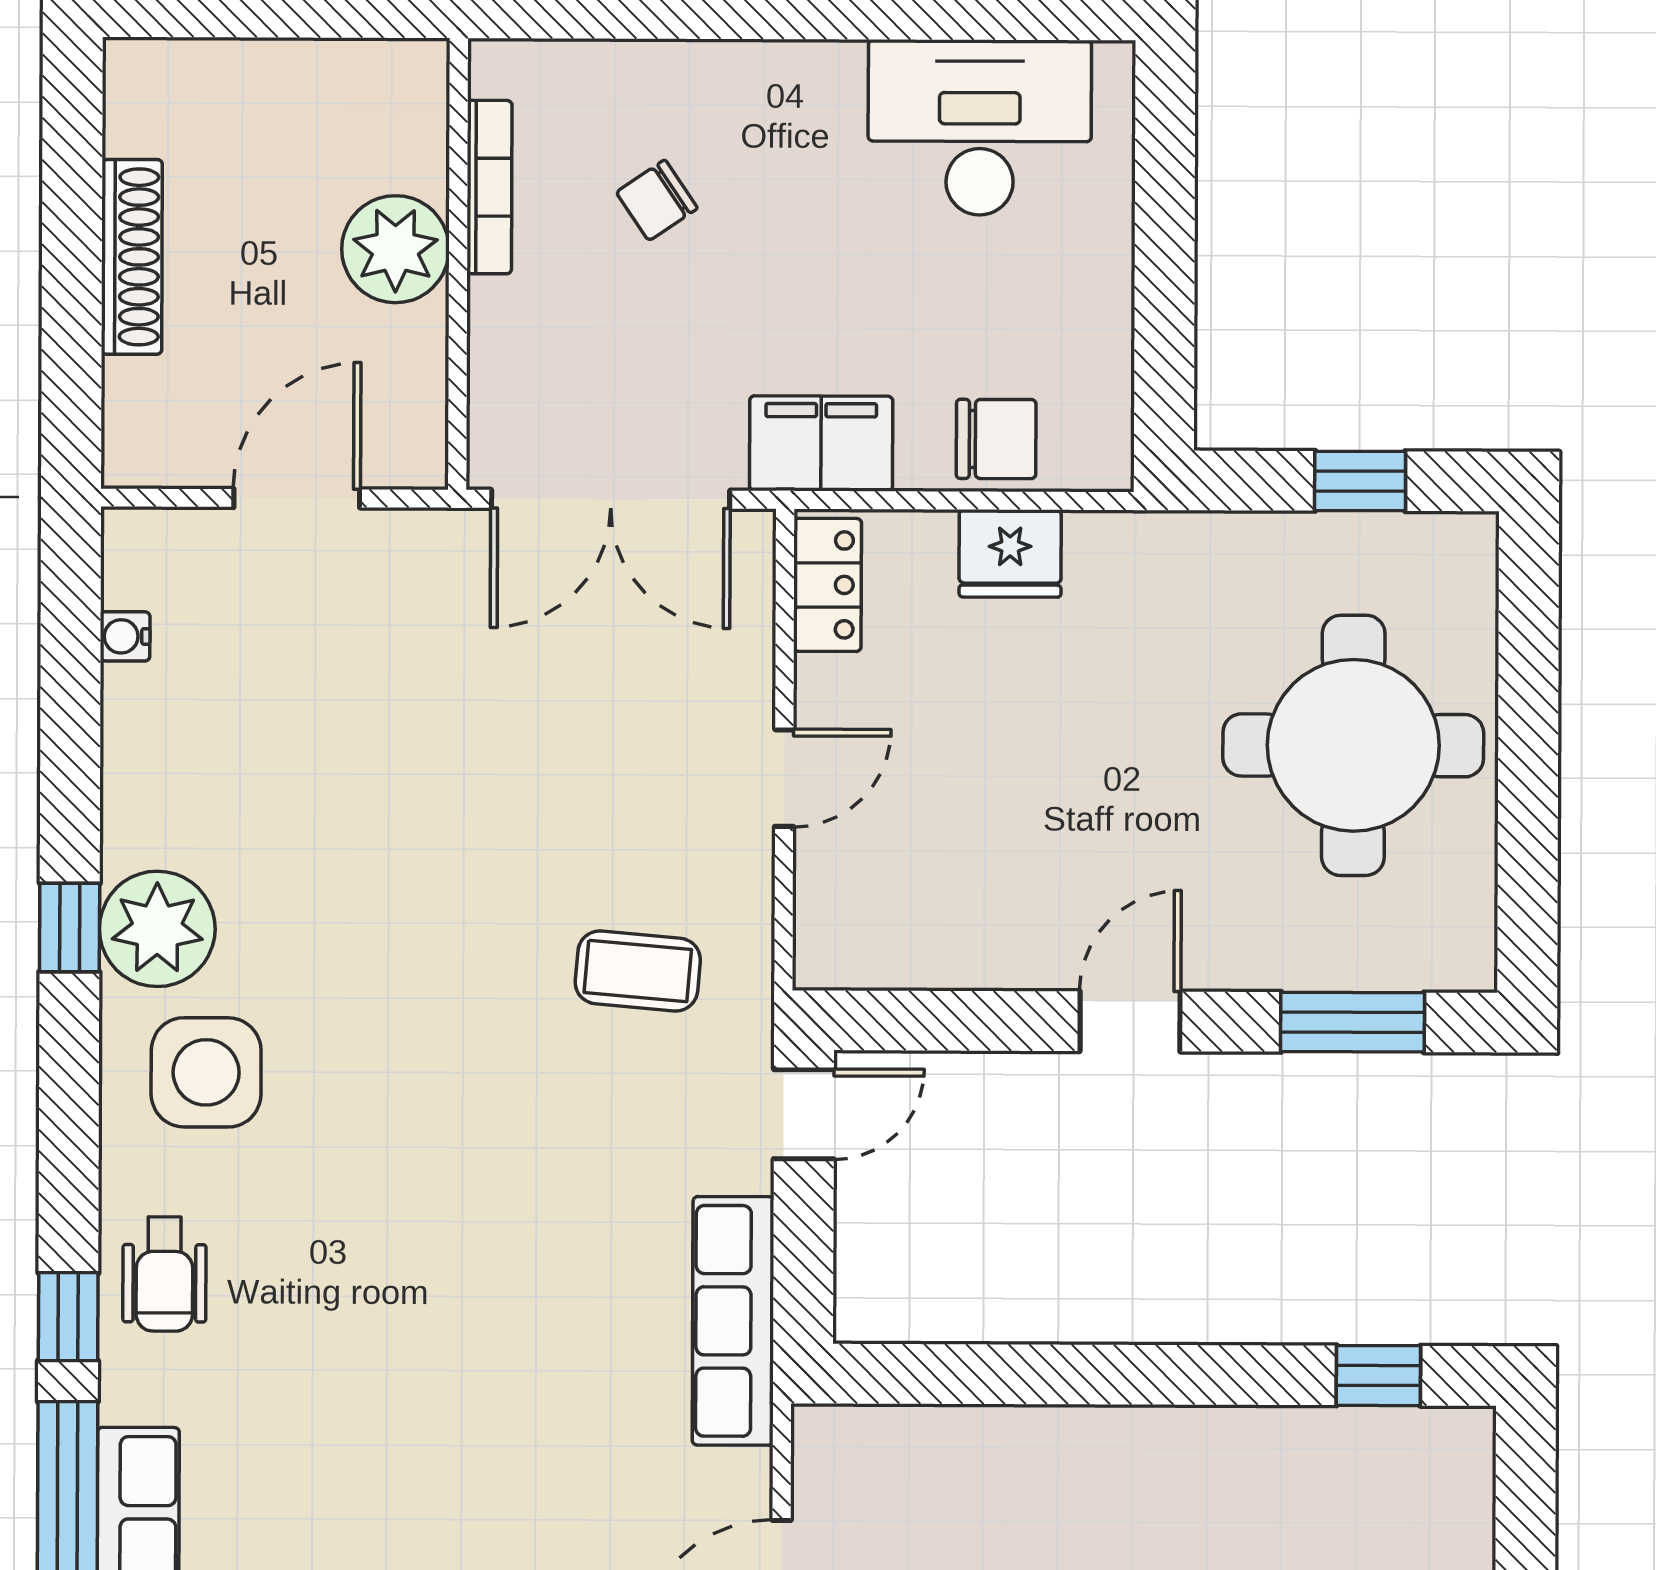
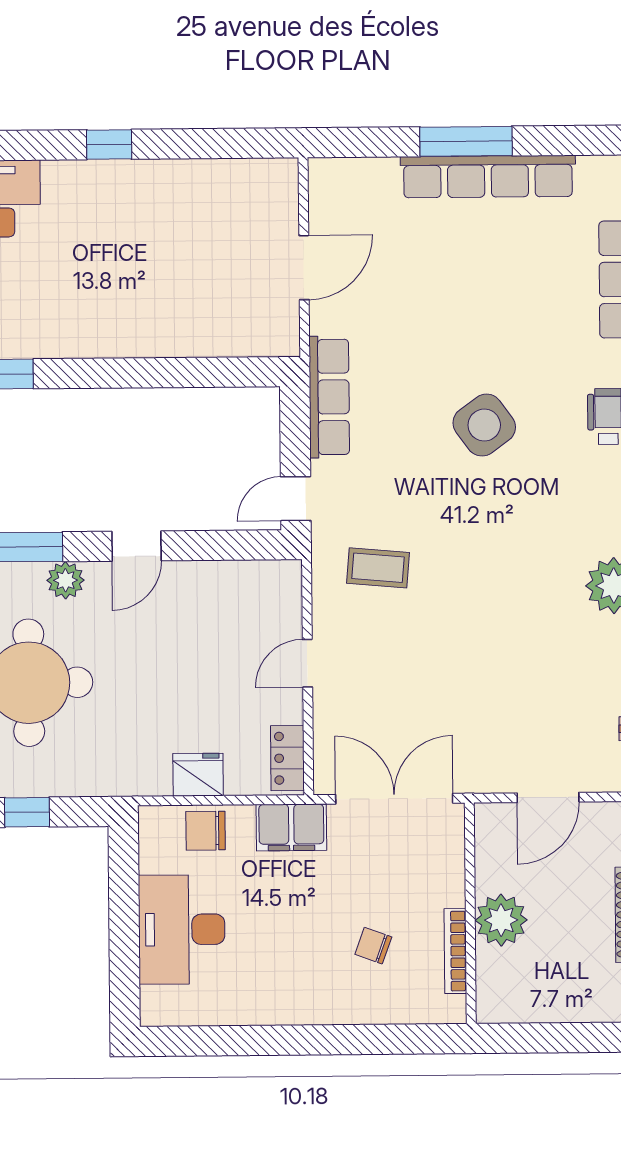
desk: (980, 127) -> (182, 929), moved, turned 90
chair: (657, 200) -> (373, 946), turned -126
plant: (1276, 953) -> (65, 580), added
side table: (206, 1072) -> (484, 425), moved, turned -36

